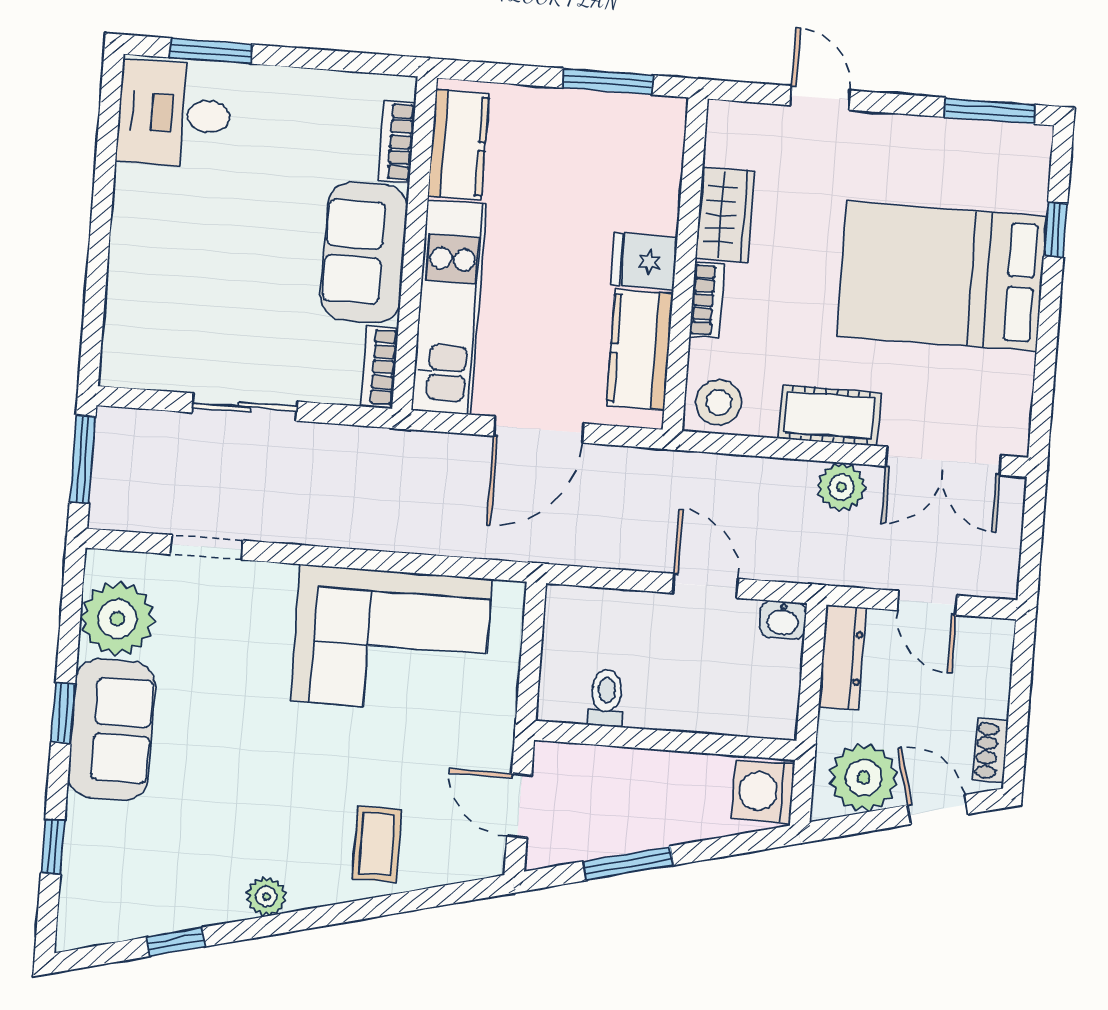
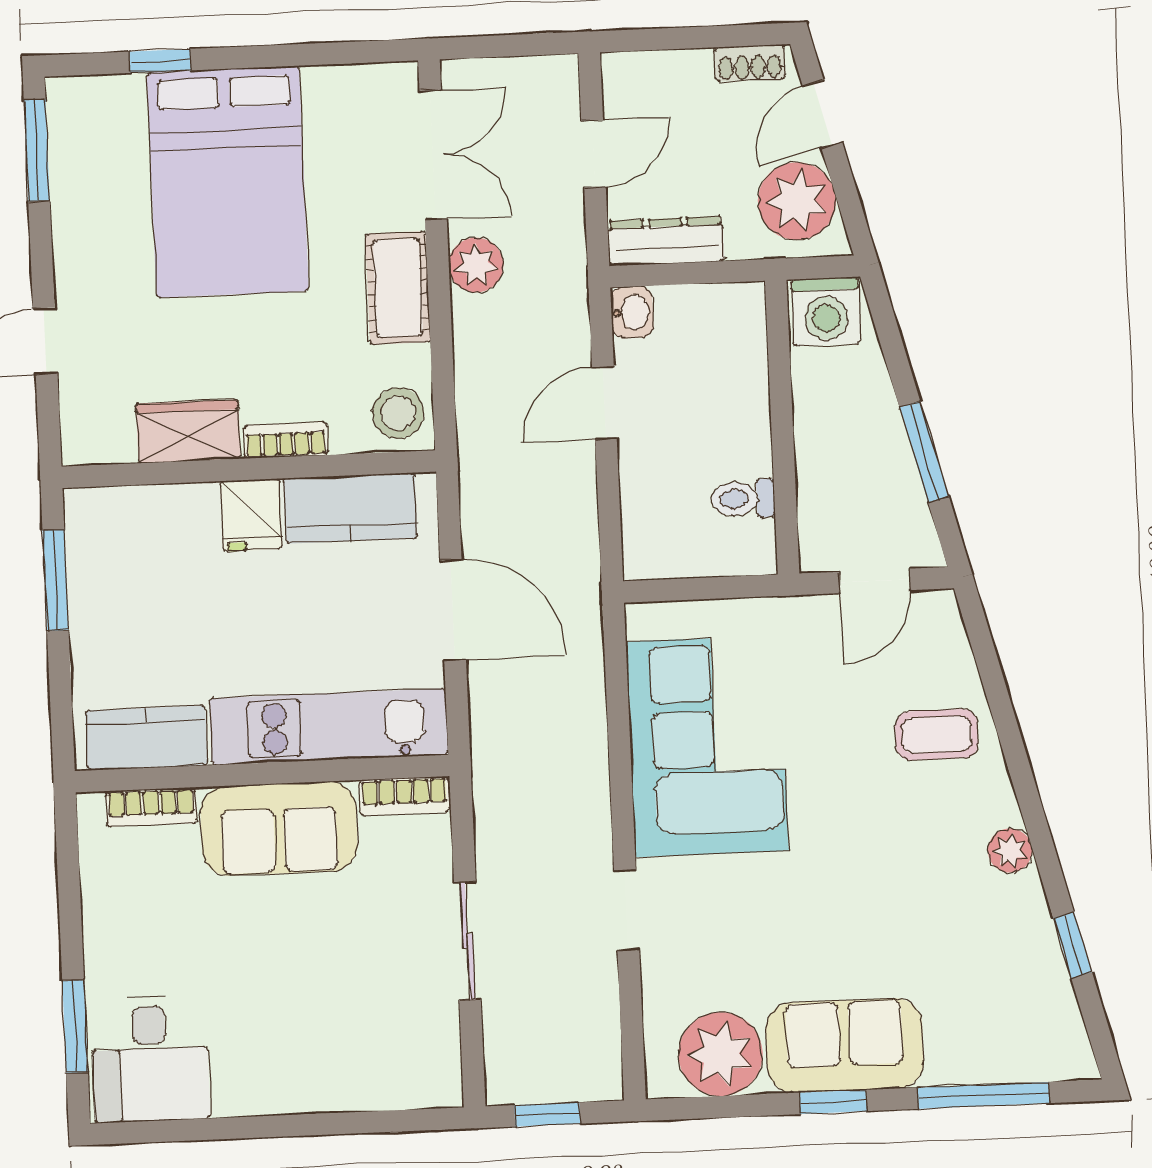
window: (83, 459) -> (547, 1114), width x0.67
doorway: (207, 547) -> (627, 910), moved
window: (53, 847) -> (983, 1095), width x2.17

